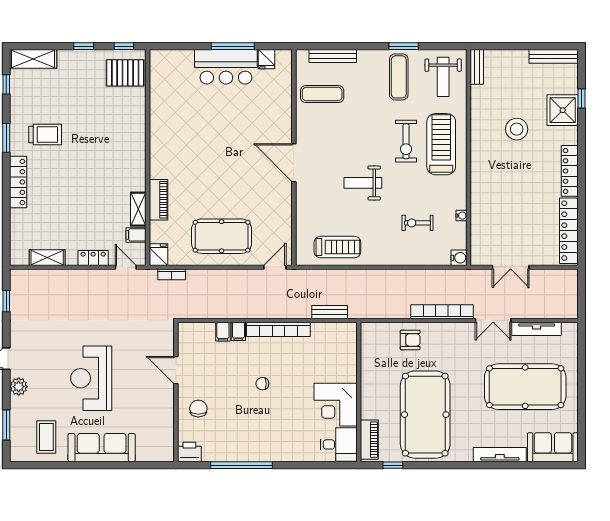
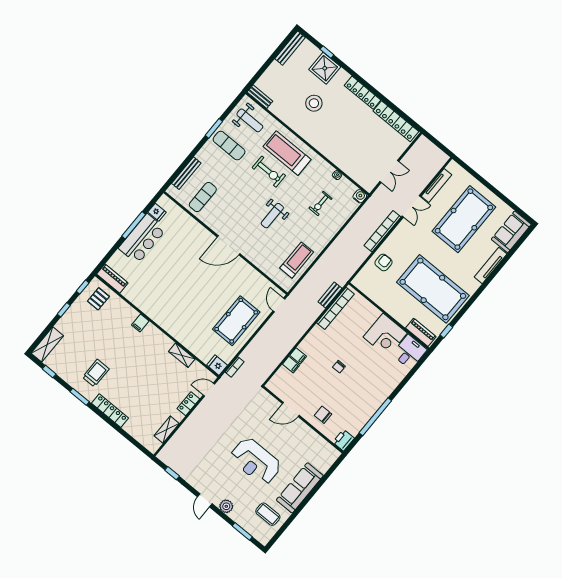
pallet: (125, 73) -> (98, 299), width x0.67, depth x0.71
piano: (158, 200) -> (112, 279), moved
filing cabinet: (136, 235) -> (140, 323), moved
bookcase: (278, 329) -> (335, 308), moved

